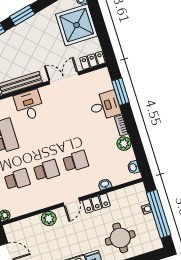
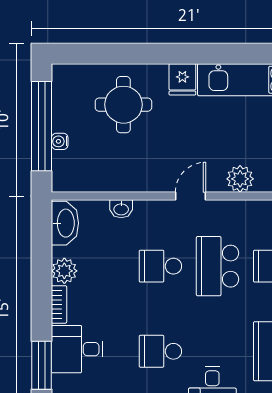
school desk: (62, 118) -> (160, 351), added
washbasin: (133, 167) -> (65, 223), width x1.91, depth x1.45
school desk: (46, 170) -> (218, 266), width x1.85
locker: (96, 203) -> (147, 180), removed

